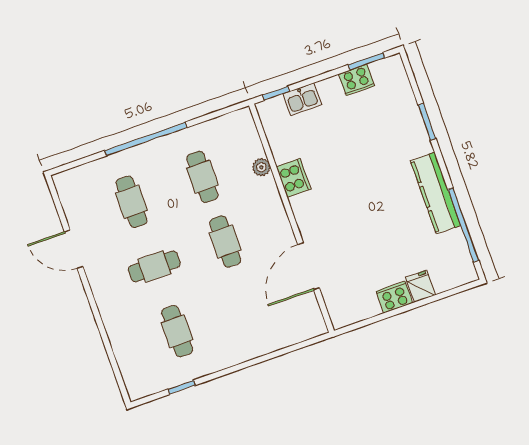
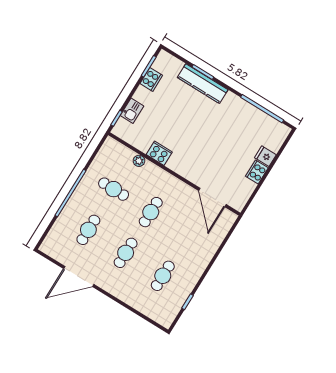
kitchen counter: (436, 193) -> (203, 84), moved
cafe table: (131, 202) -> (88, 230), turned 90
cafe table: (225, 241) -> (151, 212), turned 90
door: (74, 249) -> (79, 277), width x1.36
door: (309, 266) -> (212, 198), moved
cafe table: (177, 331) -> (163, 276), turned 90

